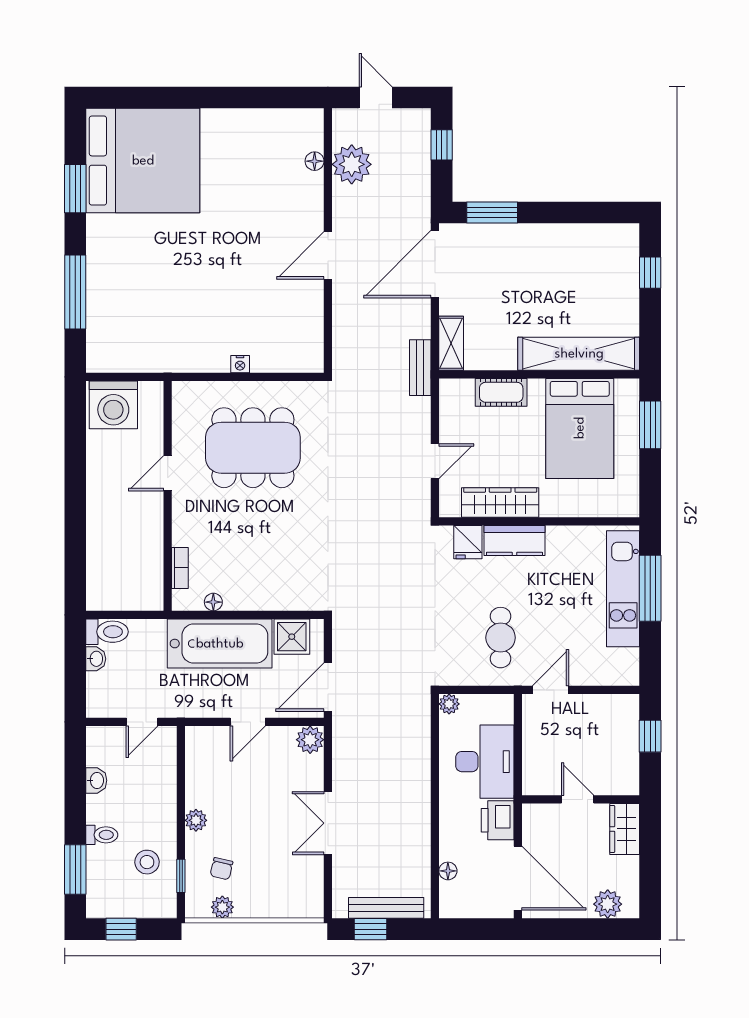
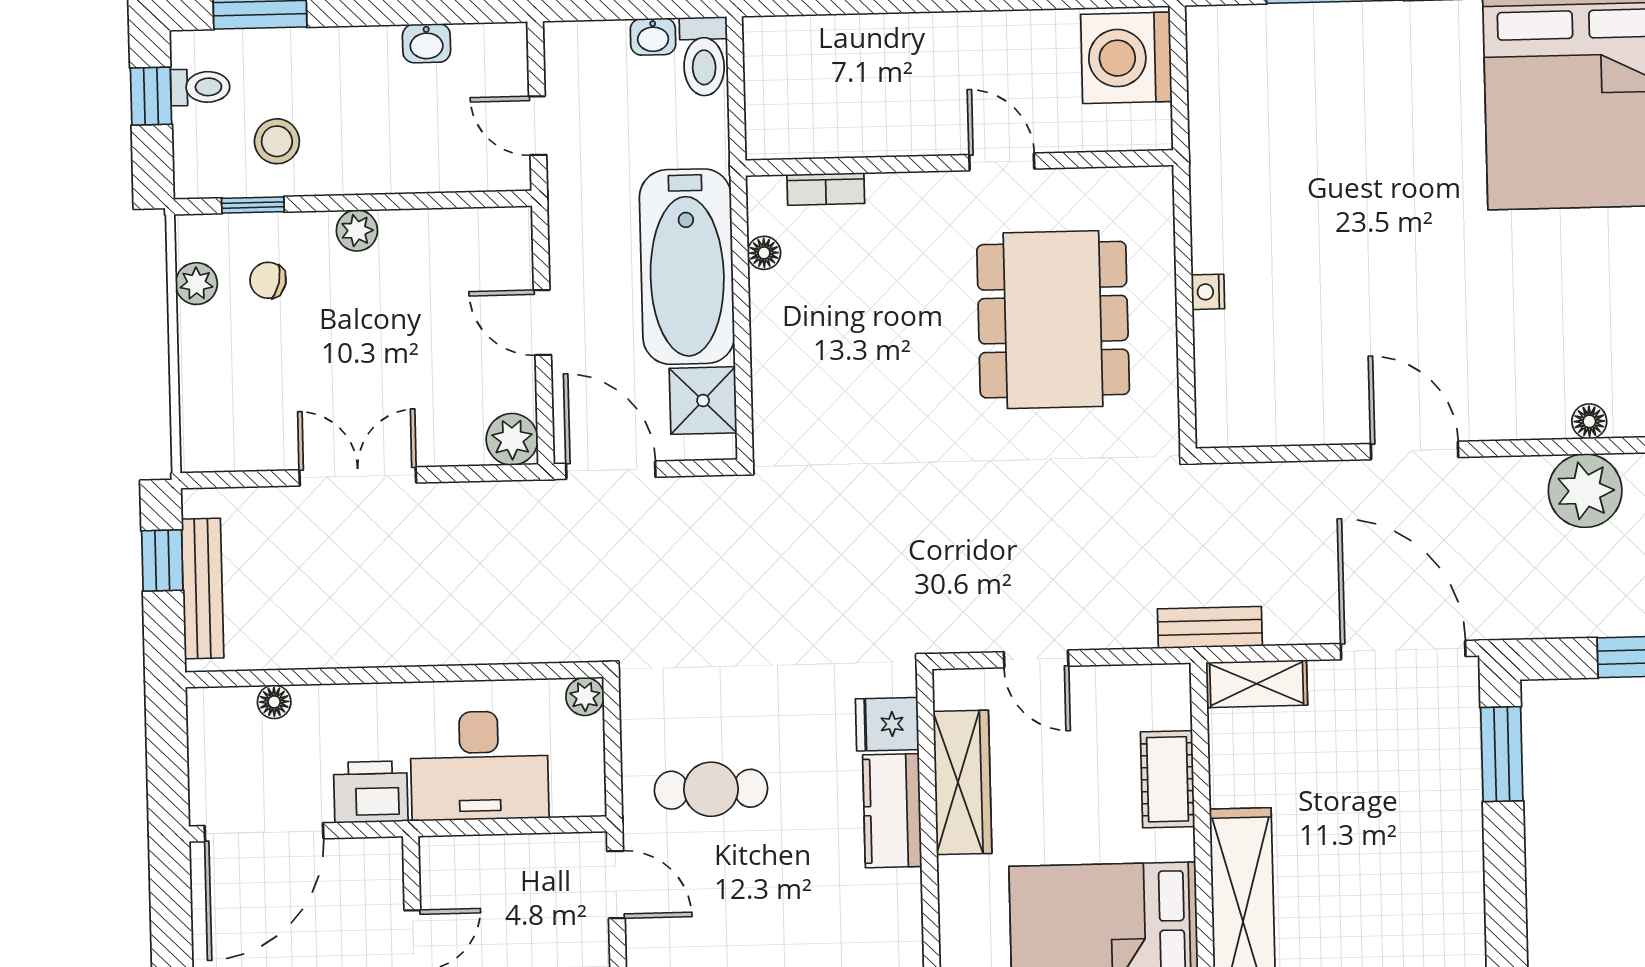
toilet: (102, 835) -> (200, 87), moved, turned -90

